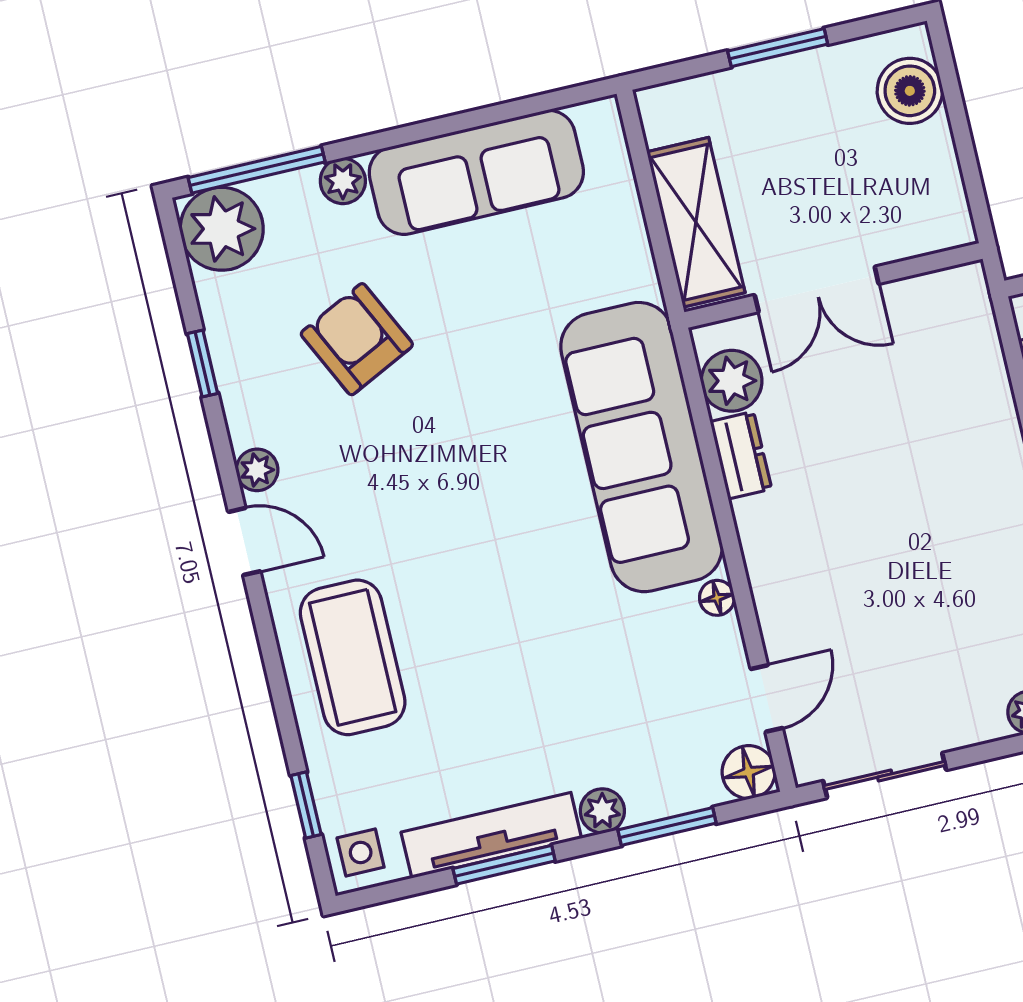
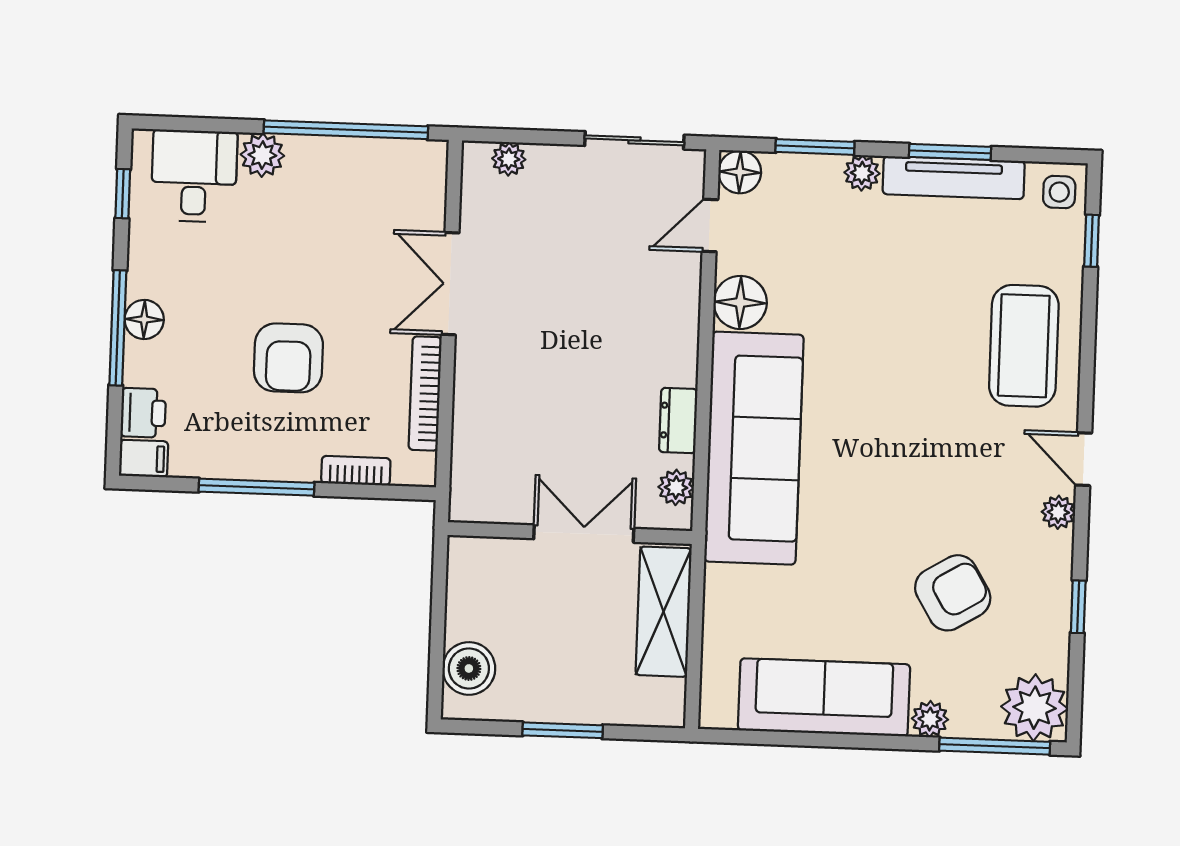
armchair: (357, 339) -> (953, 593), turned -95
plant: (732, 381) -> (676, 487), width x0.73, depth x0.73
floor lamp: (717, 598) -> (740, 302), width x1.89, depth x1.89

